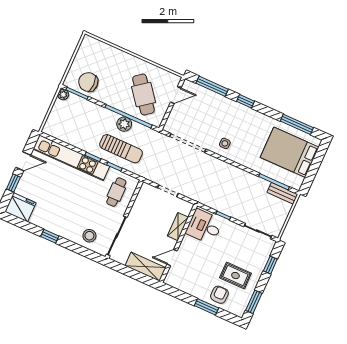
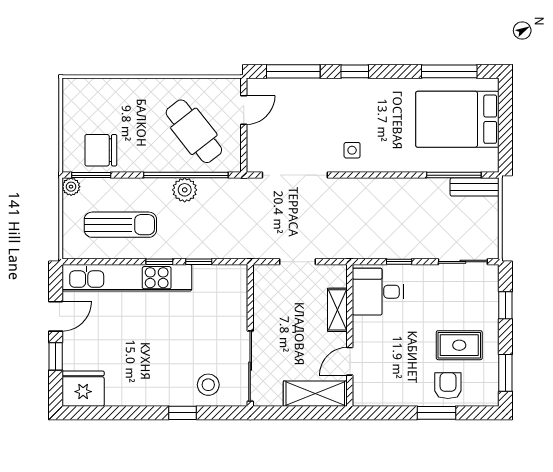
sun lounger: (121, 149) -> (120, 225), moved
cafe table: (116, 192) -> (219, 299), removed
window: (50, 236) -> (183, 413), moved

